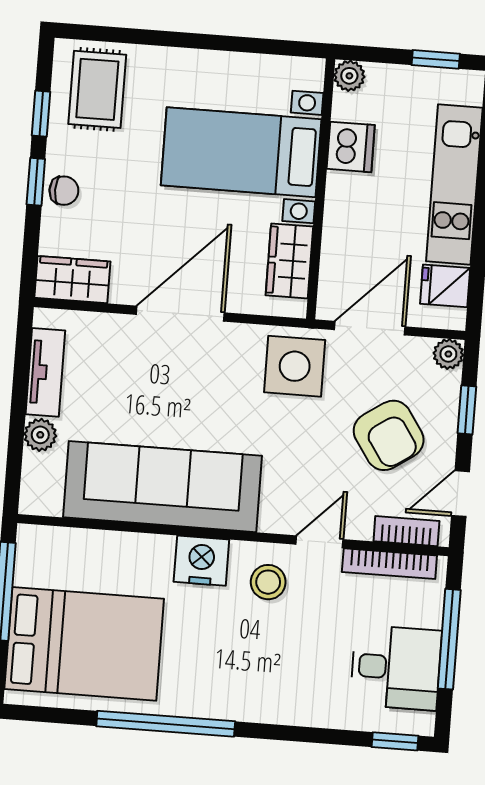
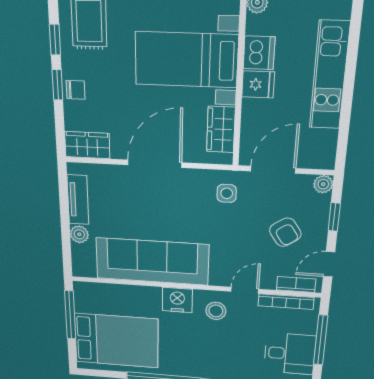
fridge: (445, 286) -> (258, 84), moved, turned 180
side table: (295, 366) -> (227, 193), width x0.54, depth x0.54
armchair: (389, 435) -> (285, 232), width x0.72, depth x0.72

